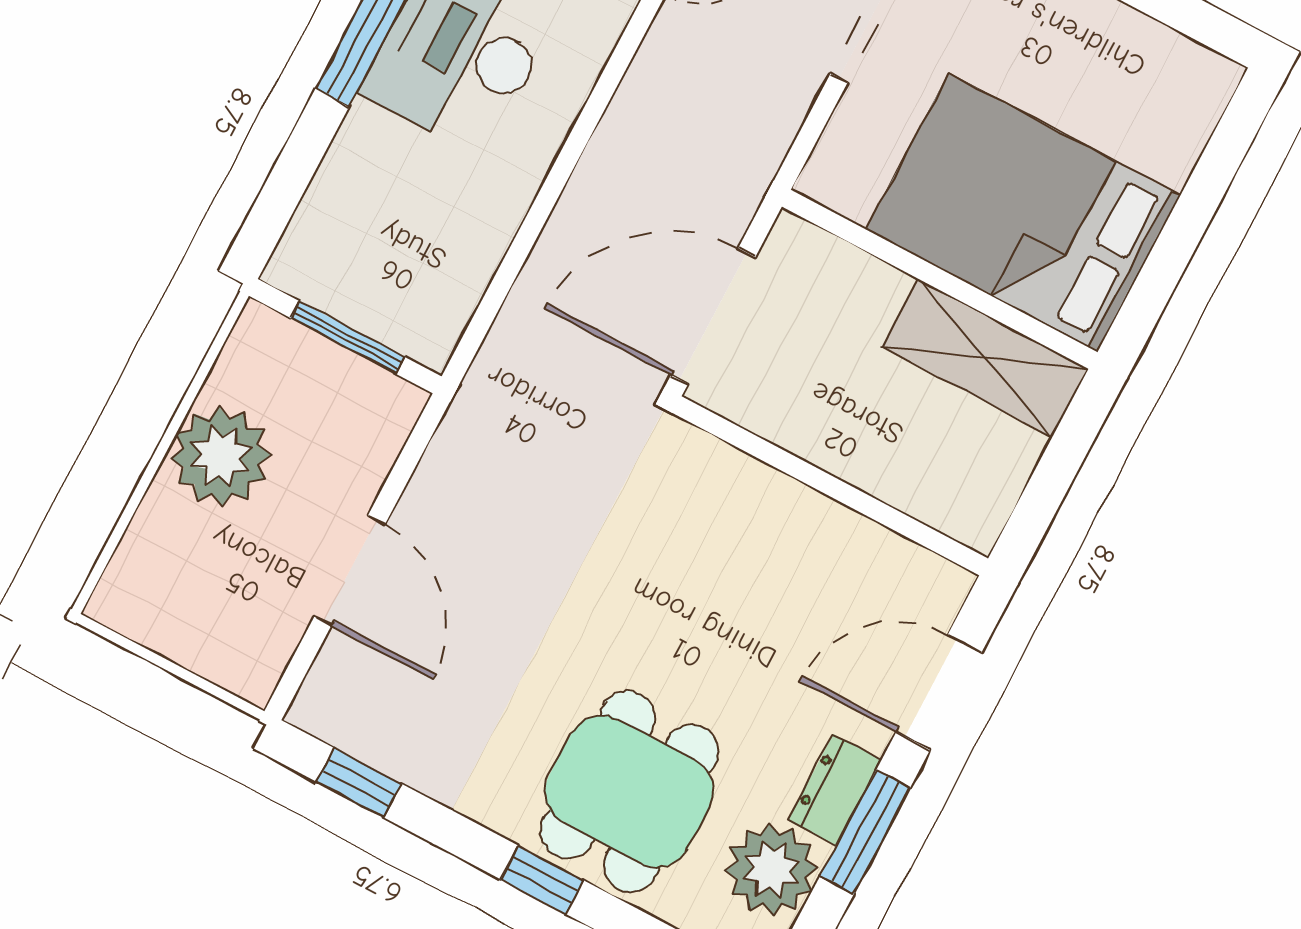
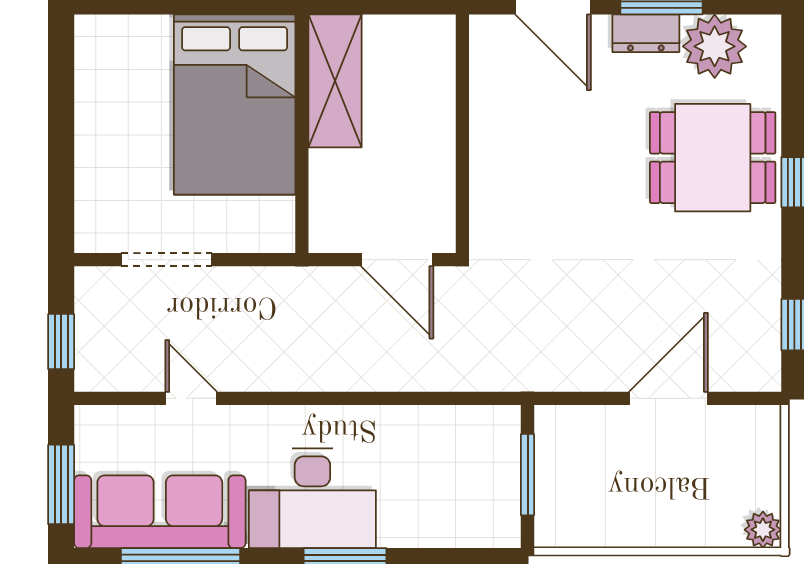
door: (713, 316) -> (397, 260), width x0.73
plant: (221, 456) -> (763, 530), moved, width x0.53, depth x0.53

